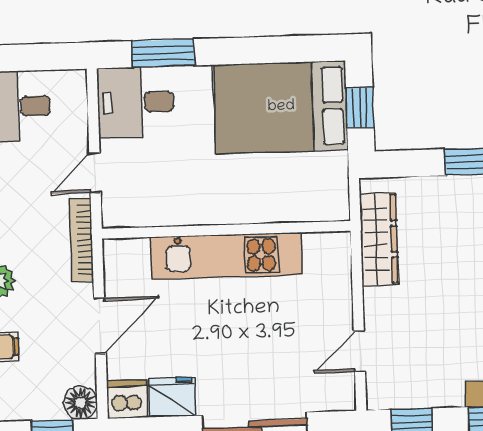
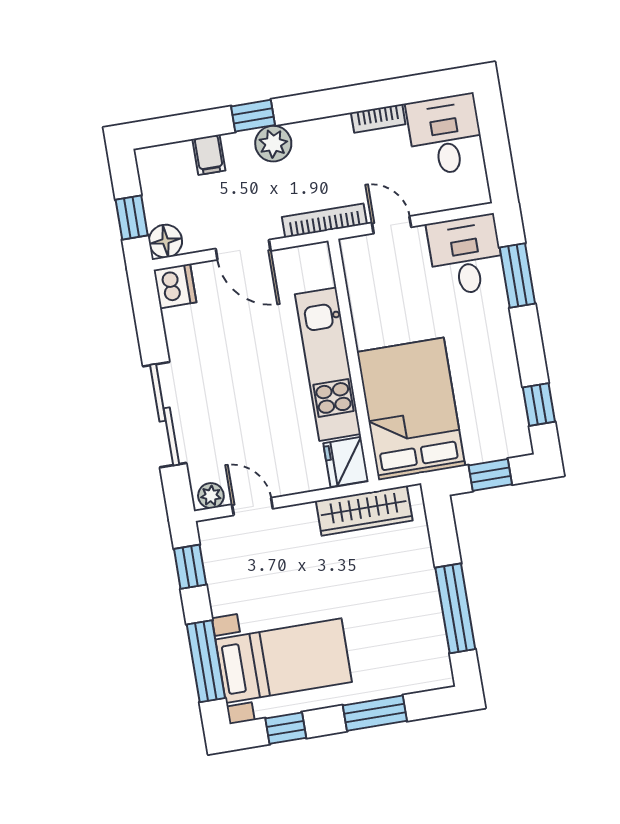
window: (296, 49) -> (539, 404), added
bed: (281, 107) -> (411, 409), moved
plant: (343, 391) -> (211, 496), added
fridge: (172, 397) -> (346, 462), moved, turned 180

